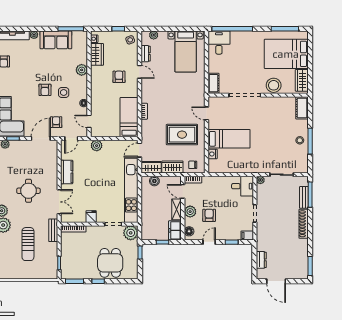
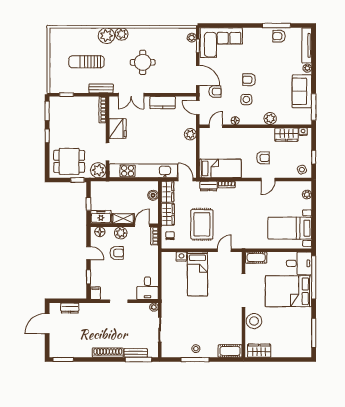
dresser: (146, 54) -> (209, 186), moved
bed: (286, 54) -> (288, 291), moved, turned -90
fridge: (91, 217) -> (118, 128), width x1.88, depth x1.34
dining table: (110, 263) -> (69, 161), moved

